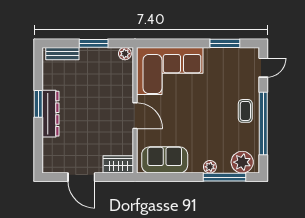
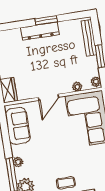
bench: (62, 54) -> (89, 38), width x1.36
plant: (127, 78) -> (77, 87), added

